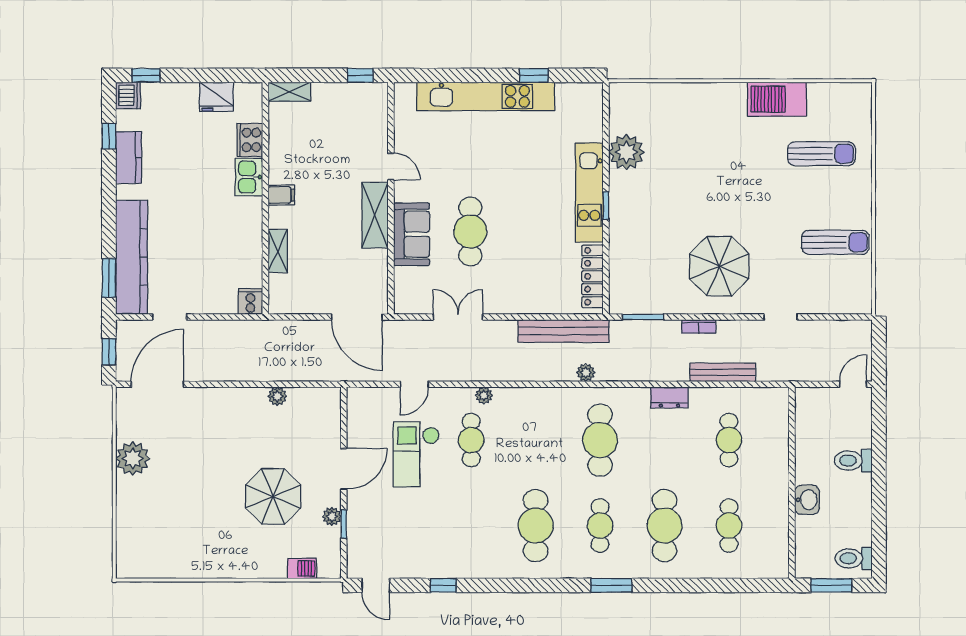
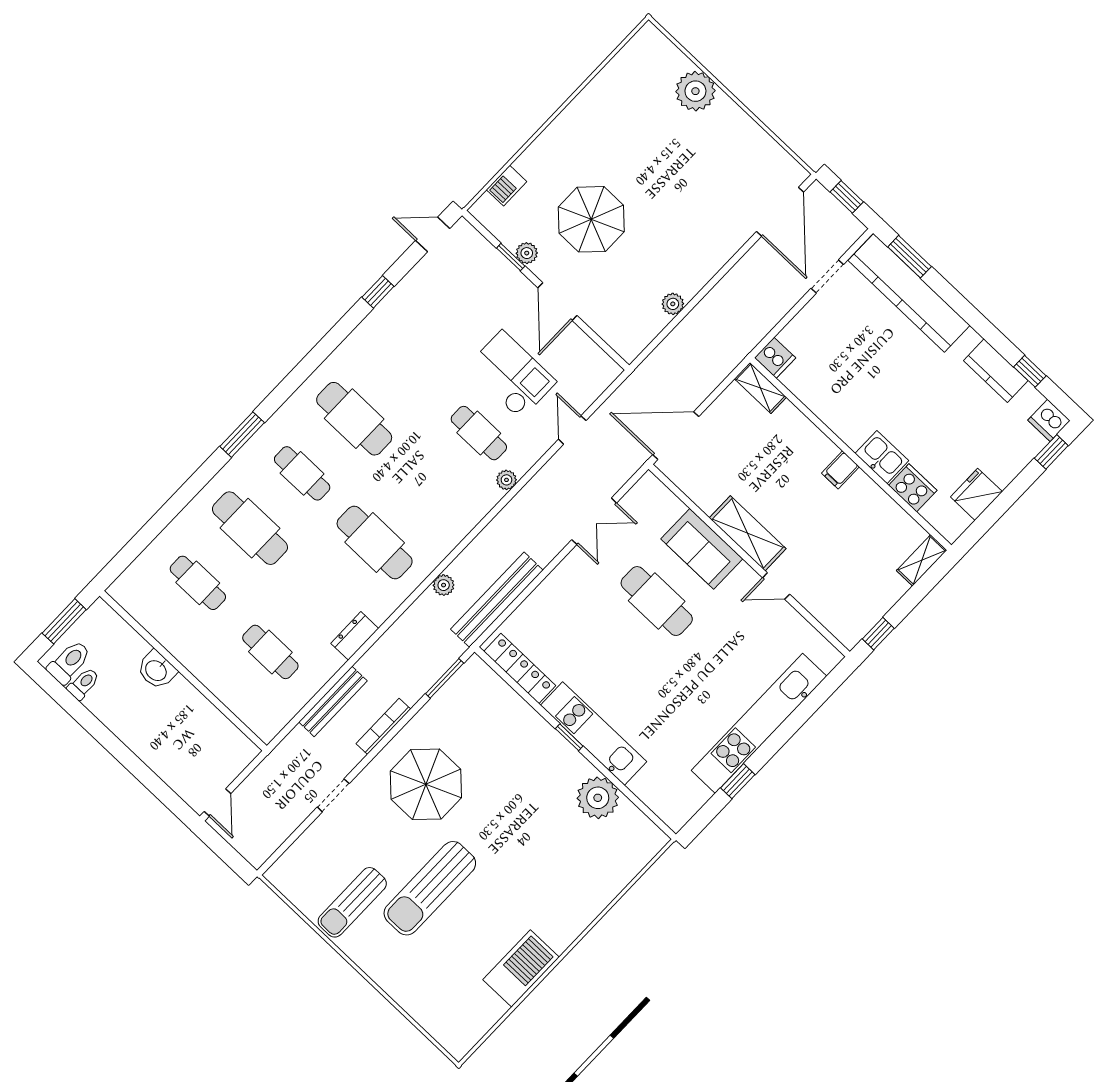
sun lounger: (822, 154) -> (430, 888), moved, width x1.36, depth x1.34
shelving: (278, 251) -> (760, 388), moved
bookcase: (699, 327) -> (383, 726), width x1.56
plant: (133, 458) -> (695, 91), moved
toilet: (853, 461) -> (83, 684), moved, width x0.73, depth x0.72

